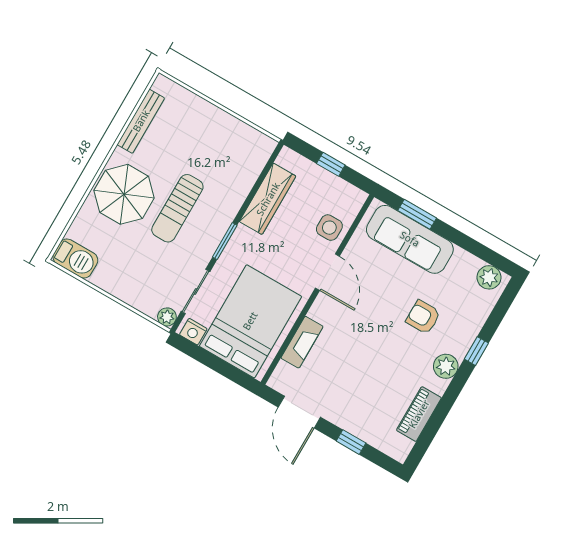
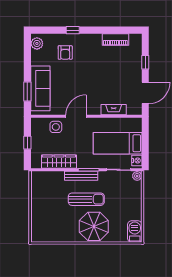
bench: (141, 121) -> (81, 176), moved
armchair: (423, 317) -> (65, 53), moved
bed: (250, 321) -> (118, 143), width x0.67
plant: (446, 366) -> (87, 40), removed

